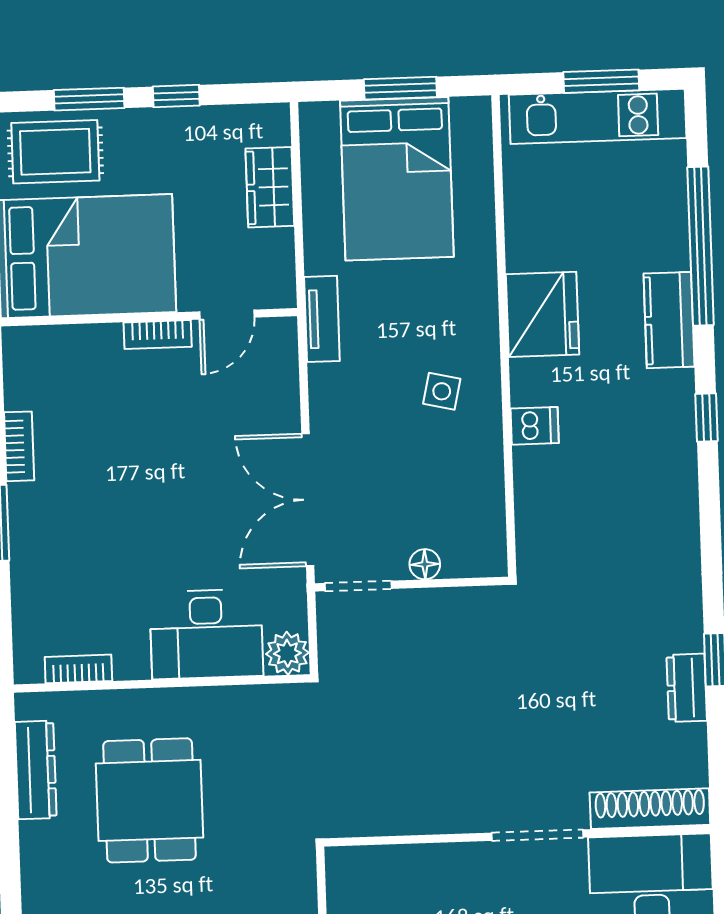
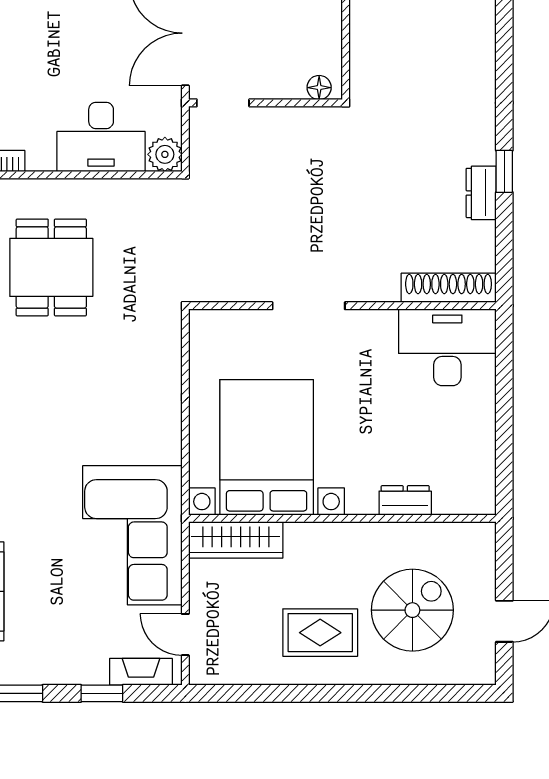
floor lamp: (425, 564) -> (319, 88), moved
doorway: (537, 835) -> (309, 306), moved

